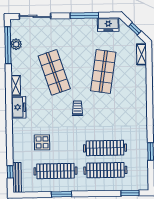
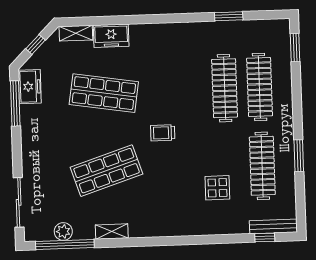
window: (84, 15) -> (15, 103), moved
shelving: (16, 85) -> (112, 232), moved
freezer: (19, 107) -> (111, 36), moved, turned 180

